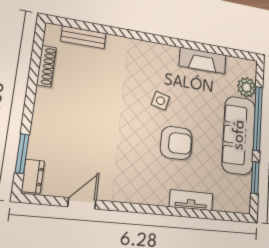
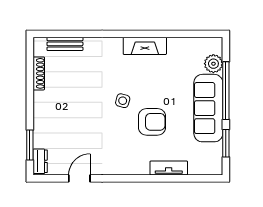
fireplace: (203, 60) -> (145, 46), moved
side table: (160, 101) -> (123, 101), moved

